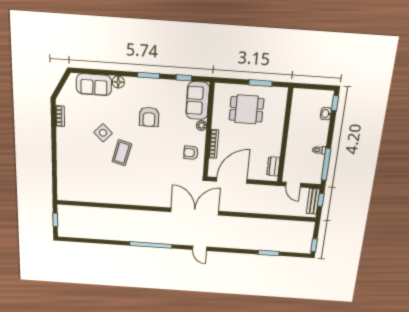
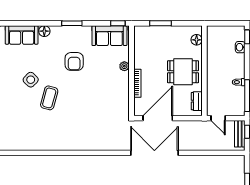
window: (184, 78) -> (118, 23), moved
window: (260, 83) -> (160, 23), moved
sofa: (198, 101) -> (109, 36), moved, turned -90
floor lamp: (281, 103) -> (197, 40), added
dining table: (247, 109) -> (183, 72), moved
armchair: (191, 153) -> (116, 93), removed
double door: (195, 212) -> (154, 153), moved

